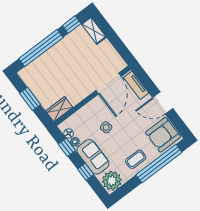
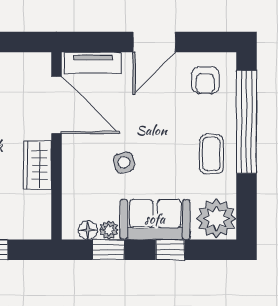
wardrobe: (59, 109) -> (37, 165), moved
armchair: (163, 135) -> (205, 80), width x0.53, depth x0.53

